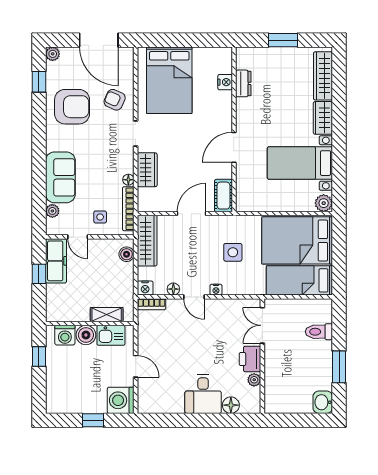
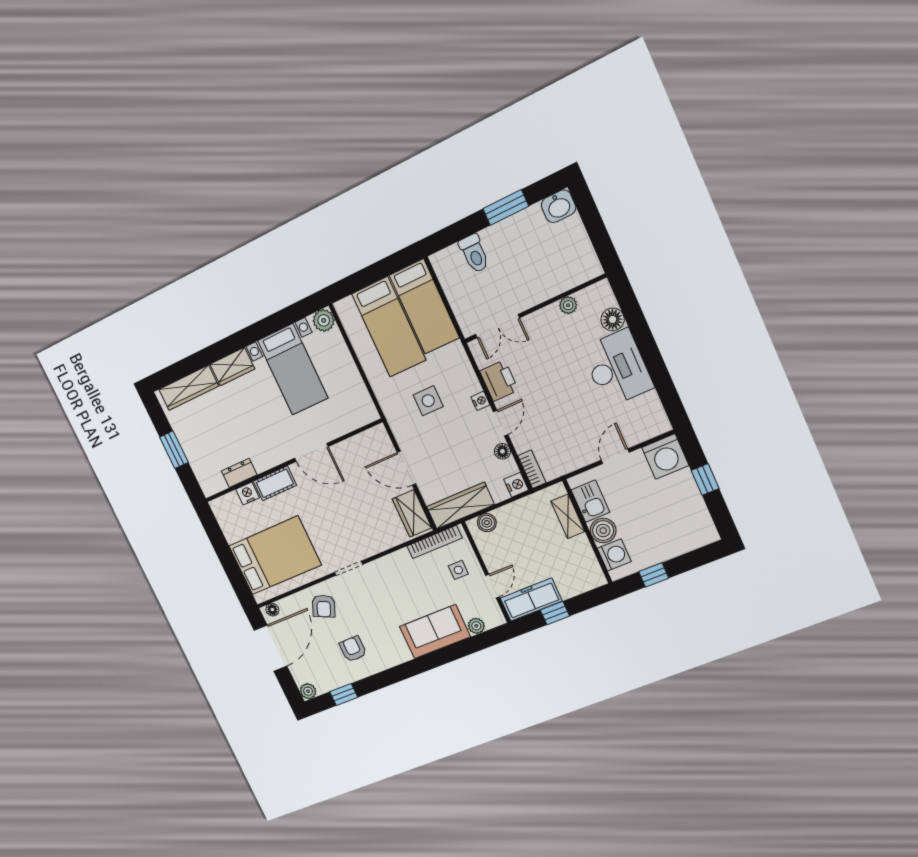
armchair: (72, 107) -> (353, 649), width x0.53, depth x0.53
wardrobe: (147, 170) -> (412, 513), moved, turned -90
floor lamp: (128, 180) -> (272, 610), moved
cot: (223, 196) -> (275, 483), moved
bed: (297, 240) -> (389, 327), width x0.67
printer: (250, 359) -> (499, 381), moved, turned -90
desk: (203, 394) -> (617, 368), width x1.37

